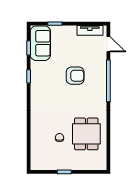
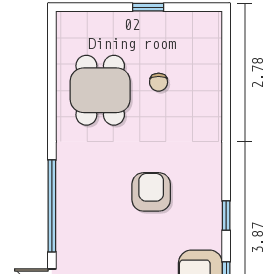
armchair: (75, 76) -> (151, 192), moved, turned 90

